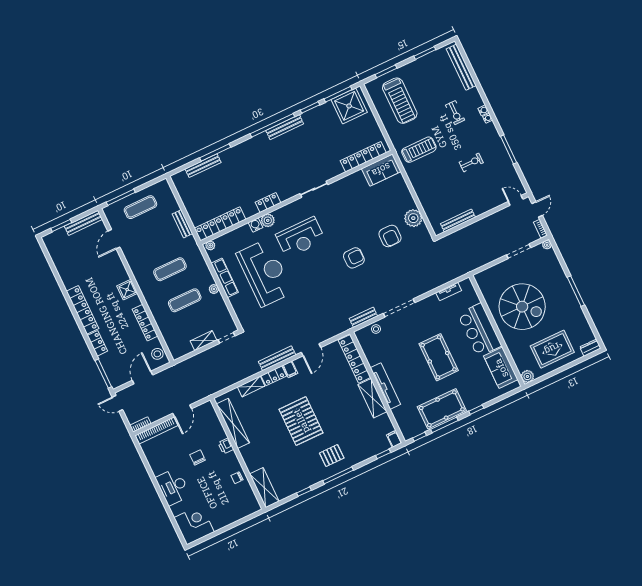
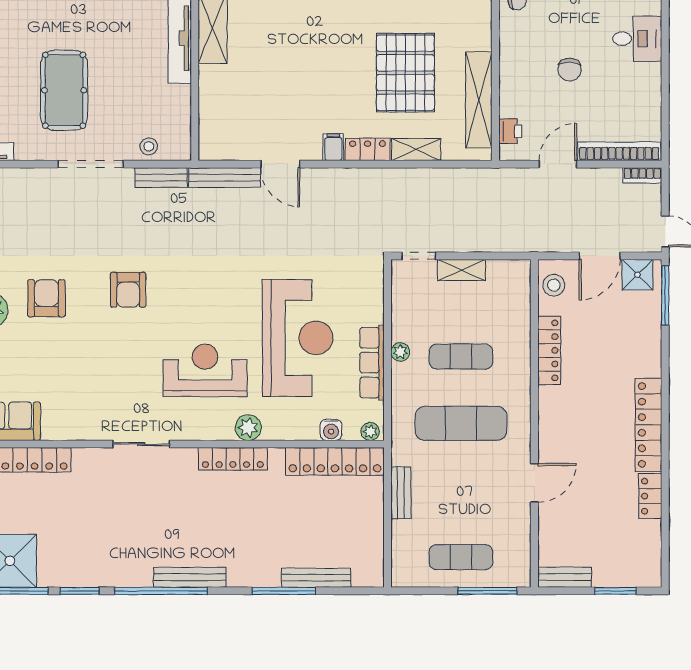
bench: (285, 127) -> (190, 577), moved
locker: (268, 202) -> (233, 459), width x1.53
bench: (83, 223) -> (565, 577), width x0.73
water cooler: (255, 225) -> (331, 430), moved
door: (114, 239) -> (534, 483), moved
armchair: (354, 258) -> (128, 290), turned -90
exercise mat: (170, 269) -> (461, 423), width x1.36, depth x1.45
reception desk: (265, 273) -> (298, 338), turned 180
shower: (127, 290) -> (637, 275), moved
locker: (97, 343) -> (650, 496), moved
door: (311, 350) -> (280, 164), swing flipped
pool table: (439, 357) -> (64, 90), moved
bench: (277, 358) -> (225, 178), moved
locker: (355, 359) -> (211, 112), removed
pallet: (301, 421) -> (405, 73), moved
printer: (226, 446) -> (510, 131), moved
desk: (173, 487) -> (637, 39), width x0.73

